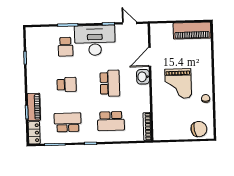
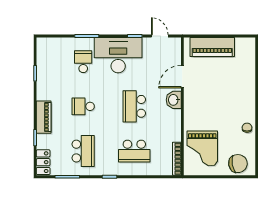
piano: (192, 30) -> (212, 47), moved
school desk: (65, 47) -> (83, 62), turned 180
school desk: (110, 83) -> (134, 106), turned 180
grand piano: (178, 84) -> (202, 148), moved
school desk: (67, 85) -> (83, 106), turned 180
piano: (34, 107) -> (44, 117), moved
school desk: (68, 122) -> (83, 151), turned 90

